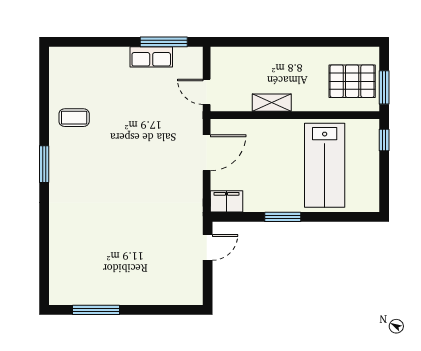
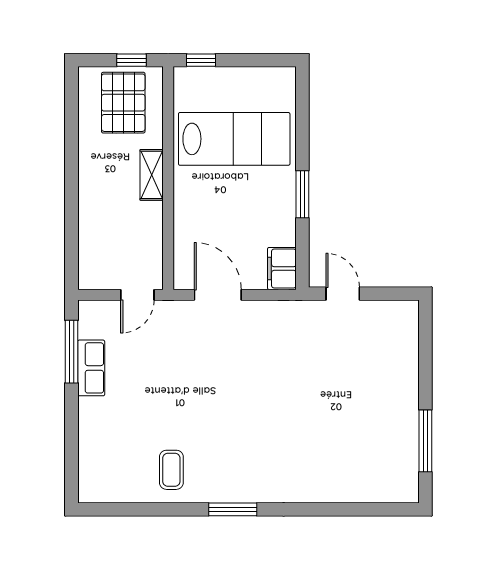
window: (384, 87) -> (131, 60), width x0.67
shelving: (272, 103) -> (152, 175), moved

